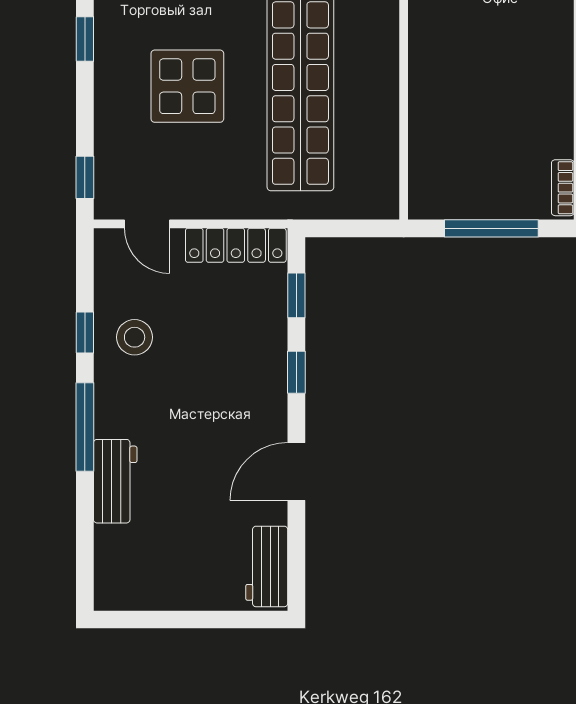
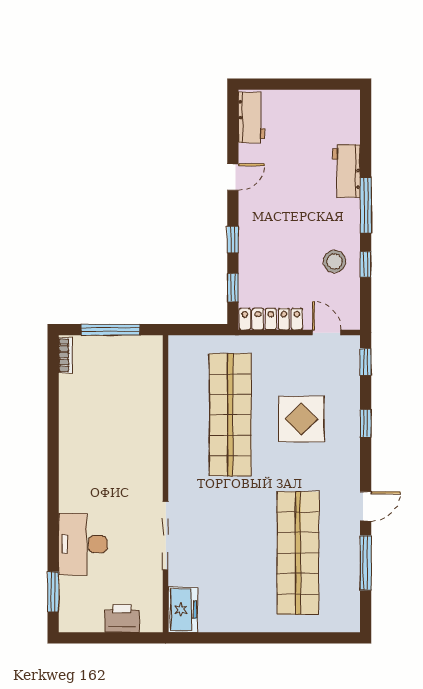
window: (85, 39) -> (366, 423), moved
door: (296, 472) -> (233, 177), width x0.73

